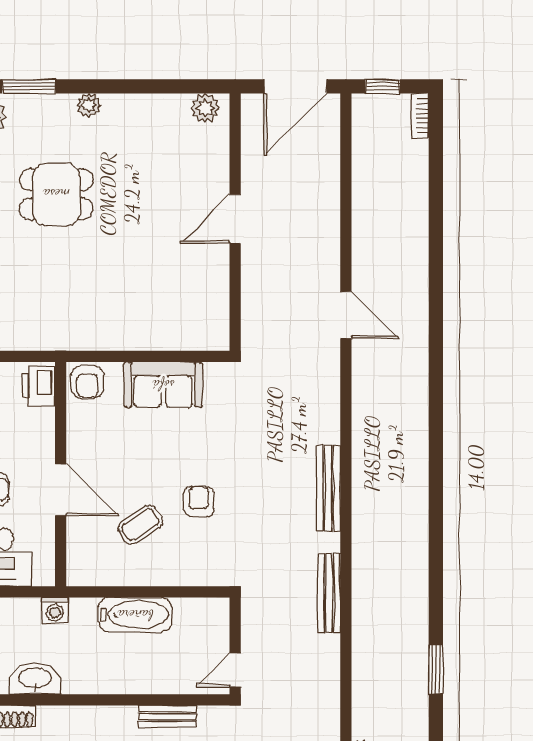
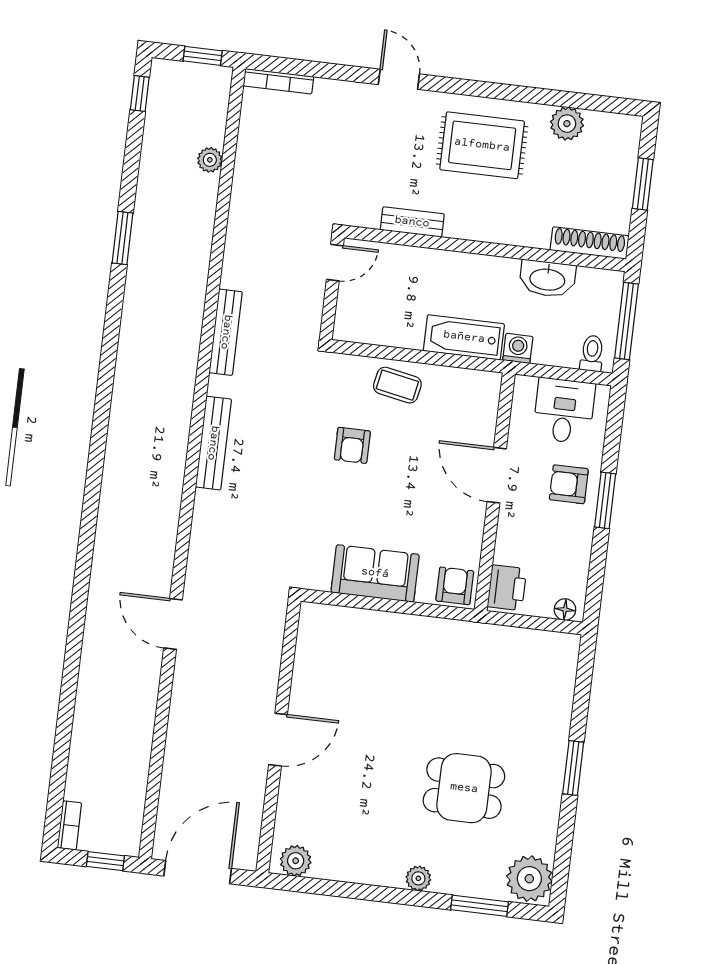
coffee table: (140, 525) -> (397, 385), moved, turned 44
bathtub: (135, 615) -> (464, 337), moved

